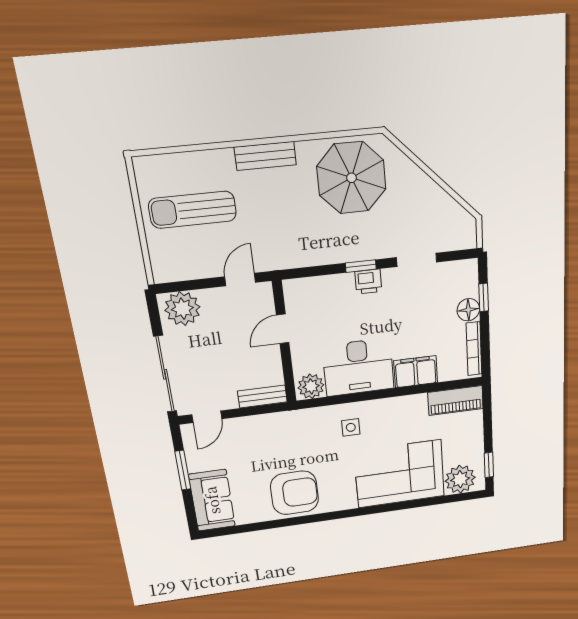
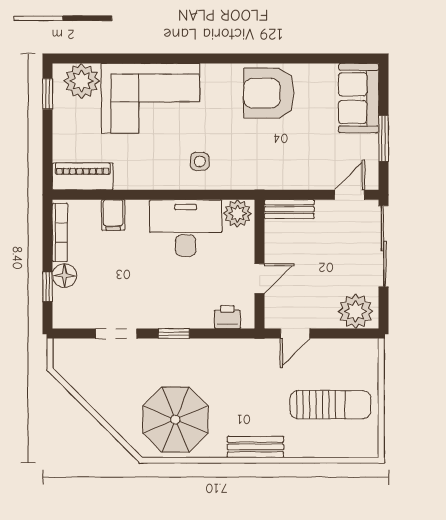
printer: (368, 282) -> (227, 317), moved
filing cabinet: (416, 372) -> (113, 215), width x0.50

